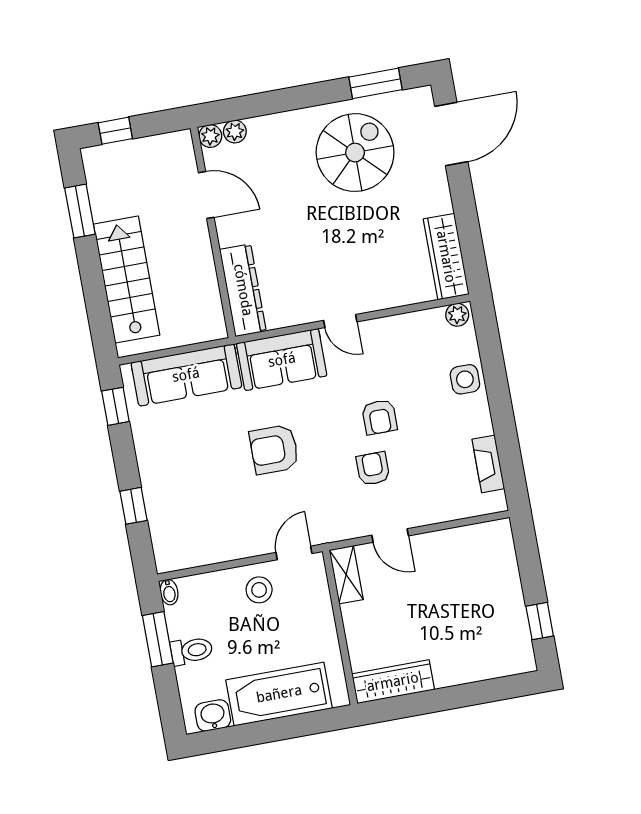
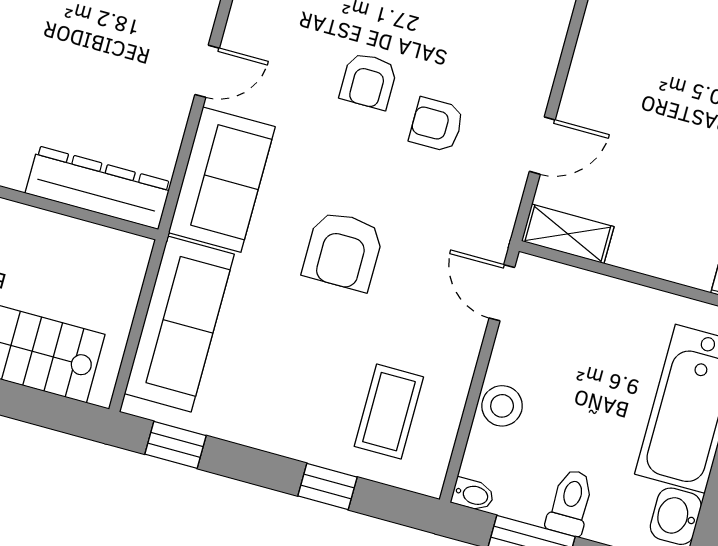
armchair: (379, 417) -> (368, 81), turned 90
coffee table: (194, 521) -> (389, 412), added
stool: (259, 590) -> (502, 406), moved

